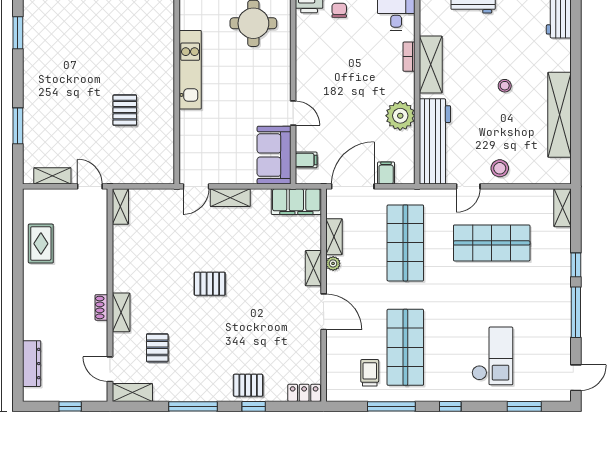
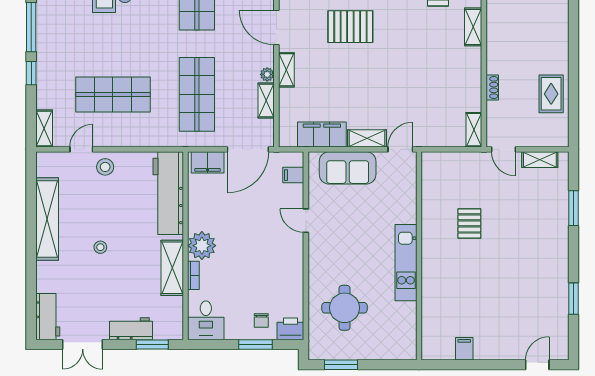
plant: (400, 116) -> (202, 246), moved
sofa: (274, 155) -> (348, 168), moved, turned 90
filing cabinet: (386, 173) -> (208, 162), width x2.00
door: (468, 186) -> (81, 149), moved
filing cabinet: (296, 202) -> (322, 135), moved
pallet: (210, 284) -> (350, 27), moved, width x1.50, depth x1.42
shoe rack: (101, 307) -> (492, 88), moved

